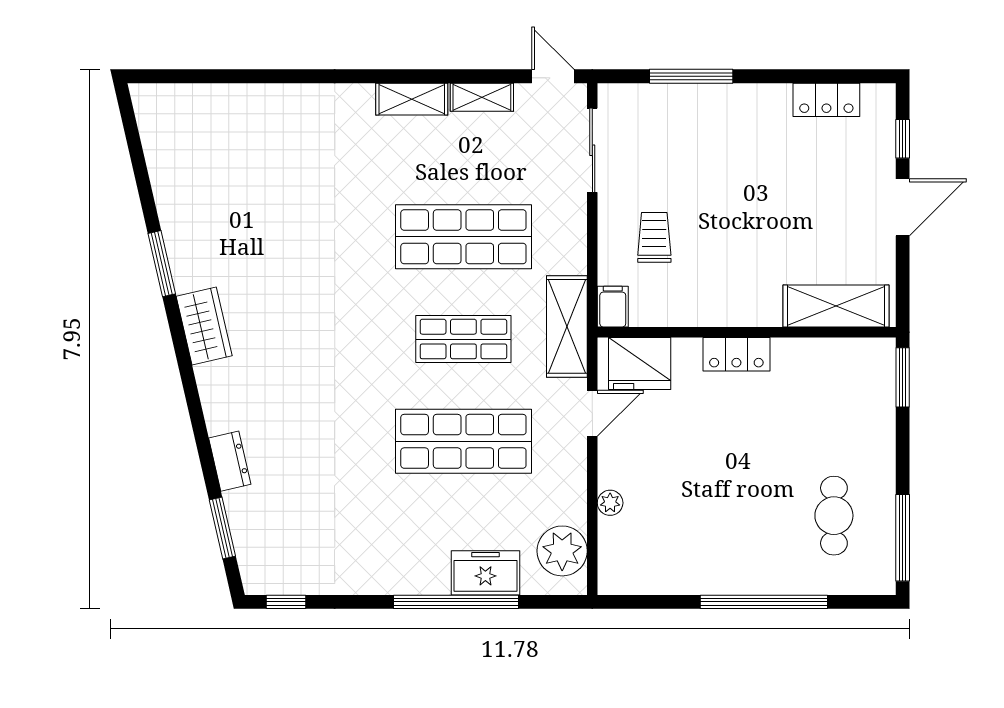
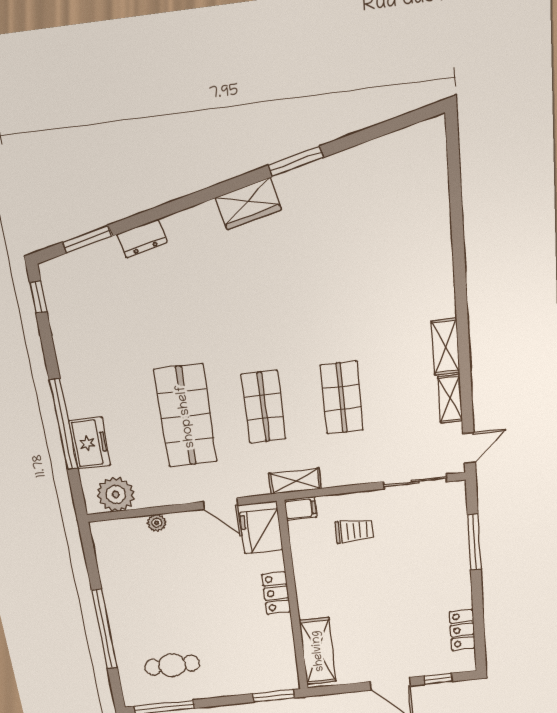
shop shelf: (463, 237) -> (342, 398), width x0.70, depth x0.74
shelving: (567, 326) -> (295, 481), width x0.67, depth x0.75

